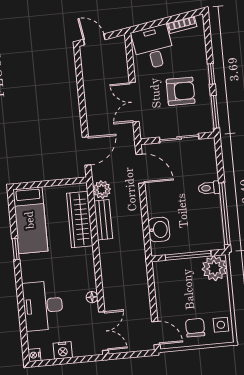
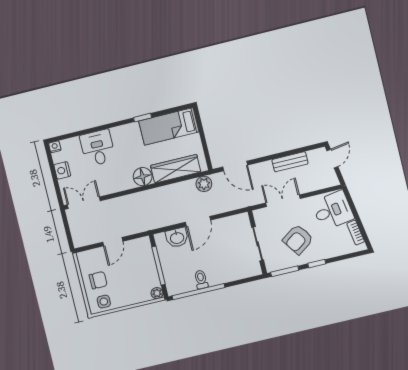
armchair: (181, 91) -> (298, 239), turned 55
door: (140, 169) -> (198, 221), moved
toilet: (209, 188) -> (201, 279), moved
bench: (103, 220) -> (290, 162), moved
plant: (214, 268) -> (157, 293), width x0.53, depth x0.53
floor lamp: (92, 297) -> (143, 177), moved, width x1.89, depth x1.89
desk: (43, 306) -> (98, 148), width x0.73
double door: (104, 331) -> (84, 203), swing flipped
door: (156, 333) -> (113, 242), moved

